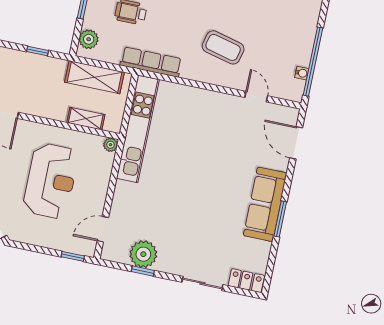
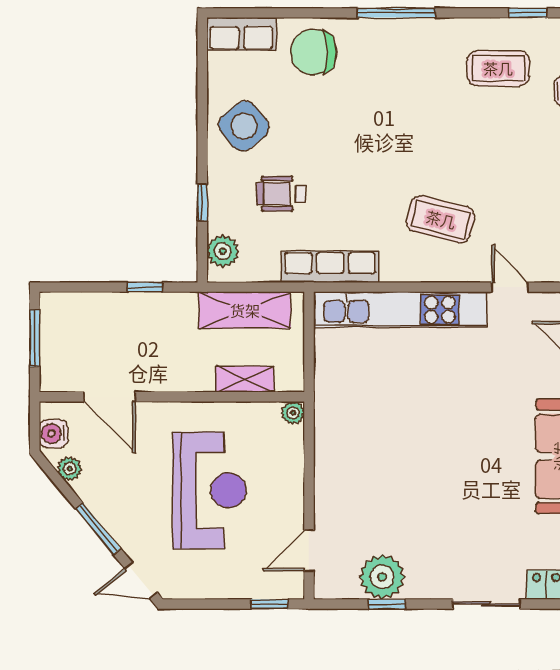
kitchen unit: (138, 129) -> (400, 310), moved, turned 90

